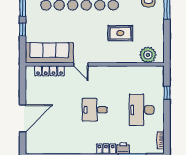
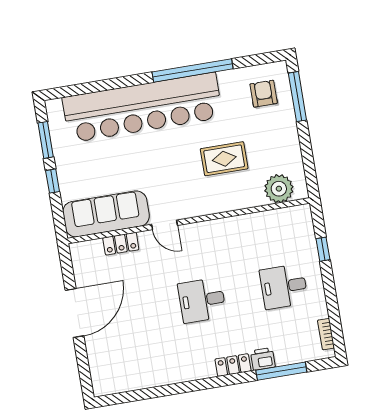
locker: (50, 71) -> (121, 244), width x0.66
desk: (142, 110) -> (284, 286), width x0.73
door: (23, 118) -> (75, 313), moved

